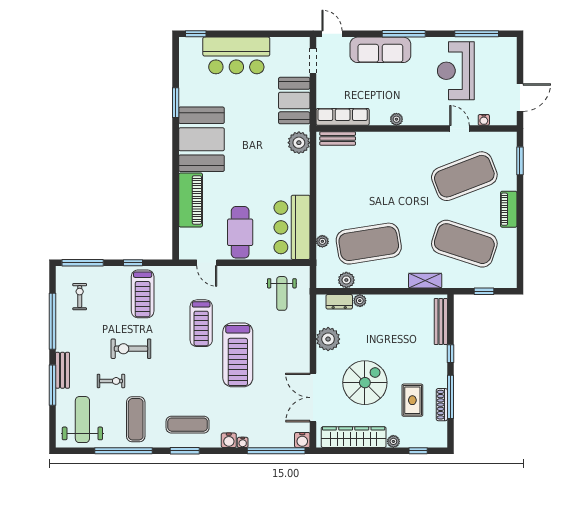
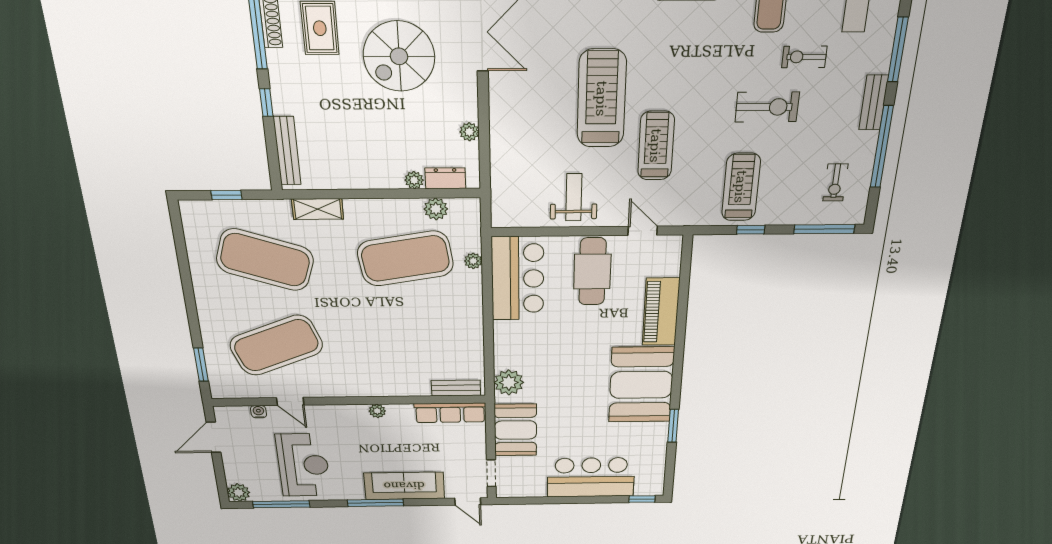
plant: (508, 46) -> (239, 493), added
piano: (509, 209) -> (207, 305), removed
weight bench: (282, 293) -> (574, 197), moved
plant: (328, 339) -> (469, 132), width x0.53, depth x0.53
bench: (62, 370) -> (874, 102), moved

